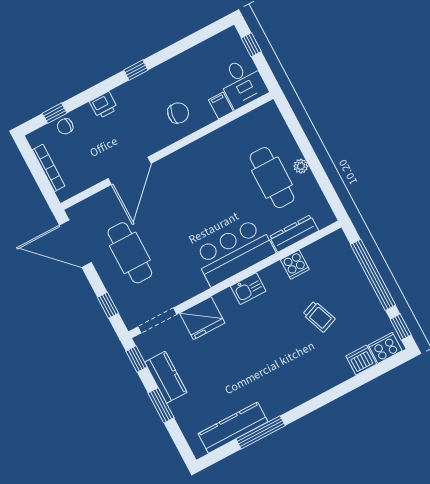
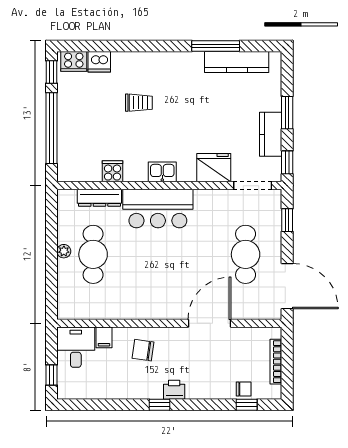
printer: (104, 105) -> (174, 390), moved
trolley: (319, 317) -> (139, 103), moved, turned 111

